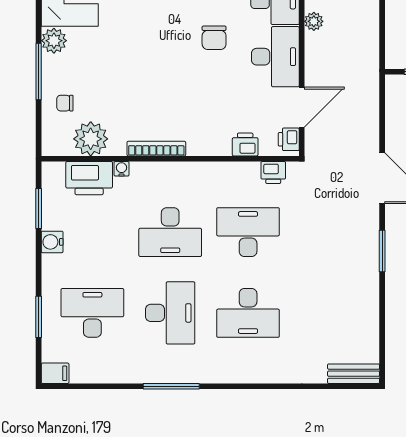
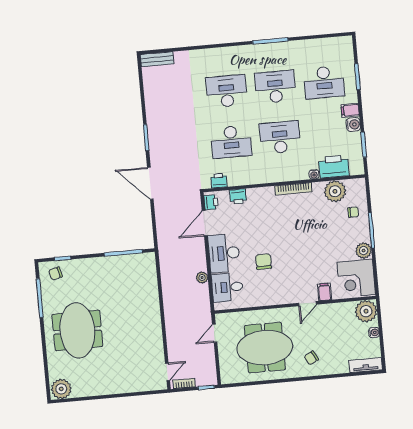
desk: (170, 313) -> (275, 87), turned 90
filing cabinet: (55, 373) -> (350, 110), moved

